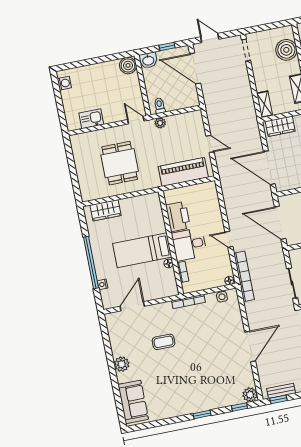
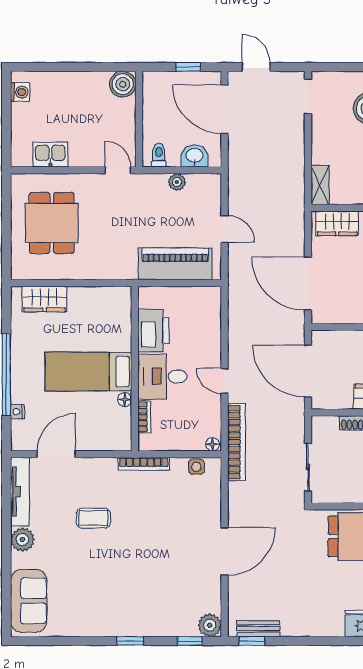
washbasin: (148, 60) -> (195, 156), moved, turned 180
plant: (160, 123) -> (177, 182), moved
dining table: (120, 163) -> (52, 223), moved
tv unit: (114, 334) -> (20, 492), added

